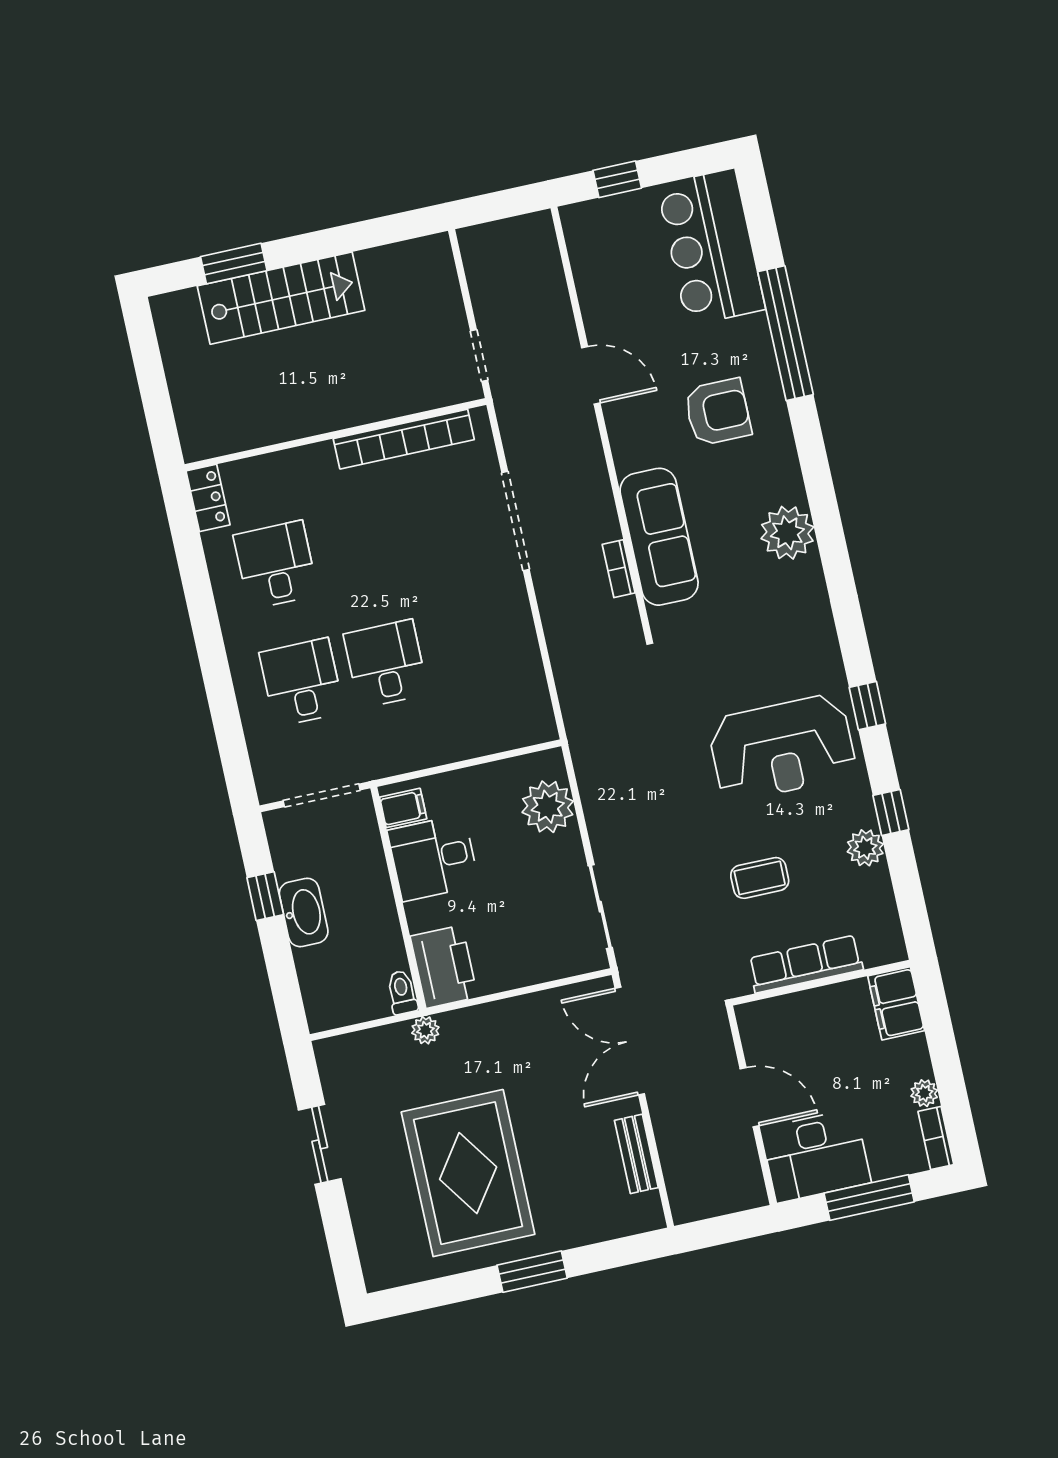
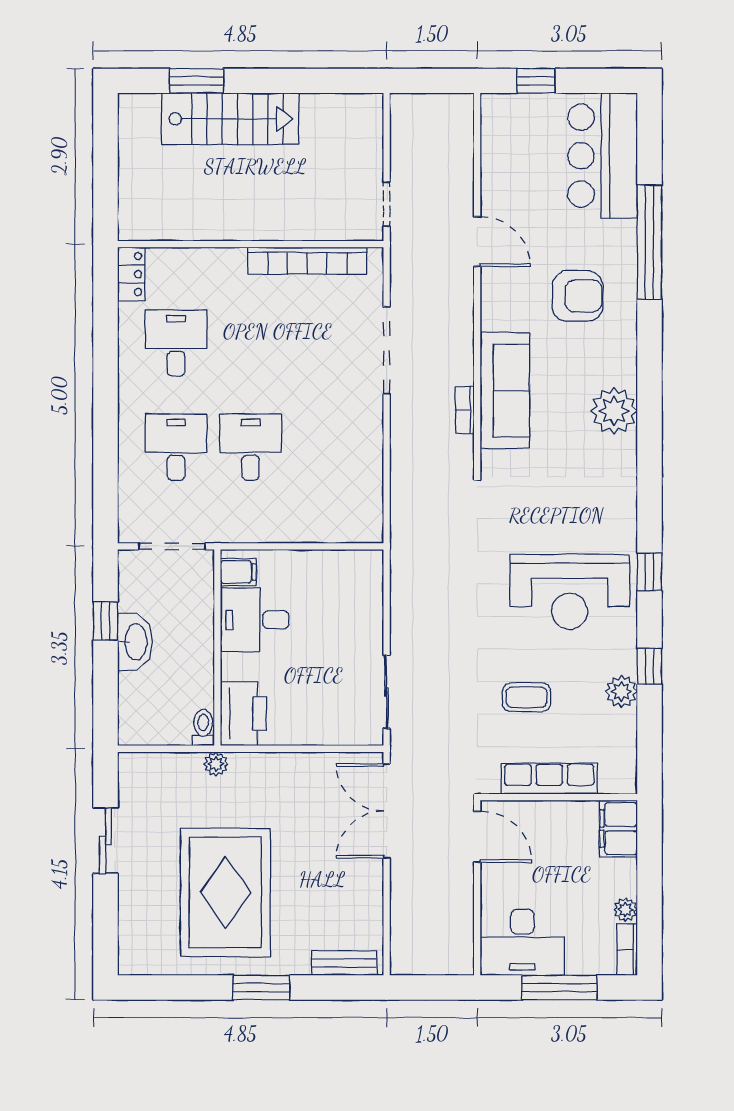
plant: (548, 807) -> (361, 598), removed
door: (750, 1097) -> (477, 837), moved
bench: (636, 1154) -> (344, 963), moved, turned 90

